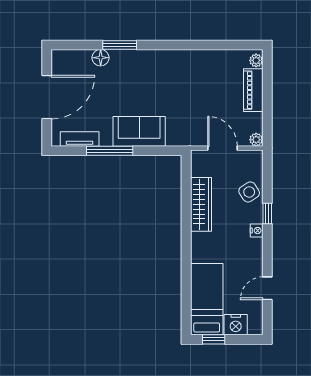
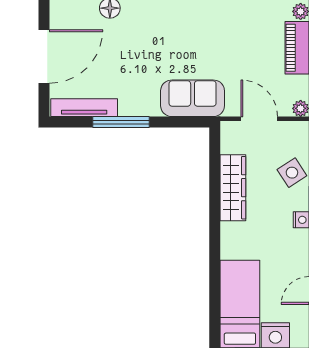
sofa: (139, 131) -> (193, 98), moved
tv unit: (80, 139) -> (84, 108), width x1.41

